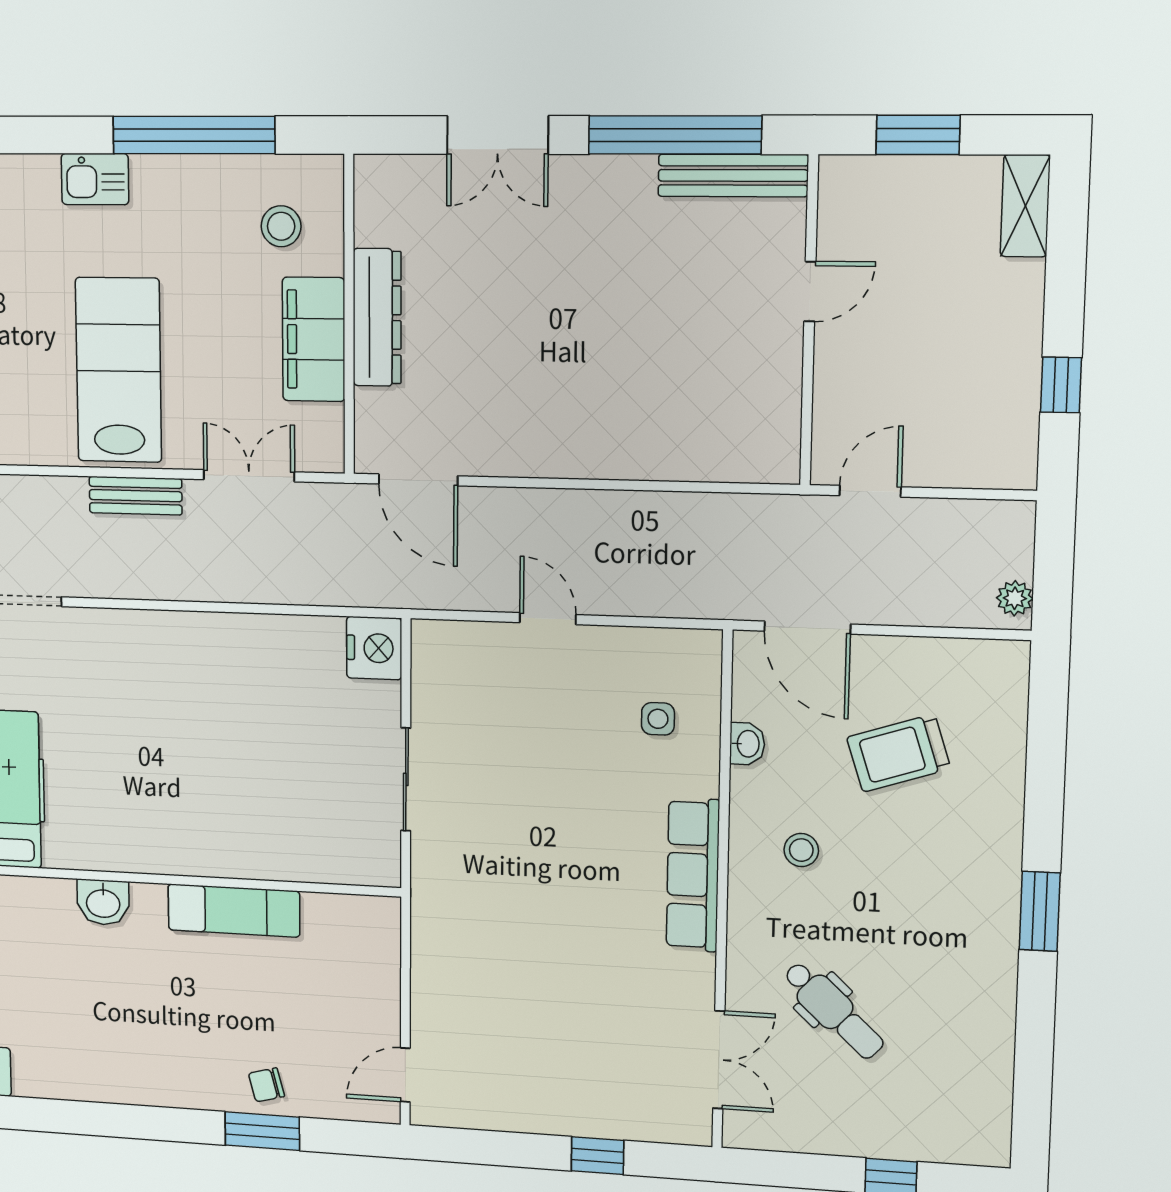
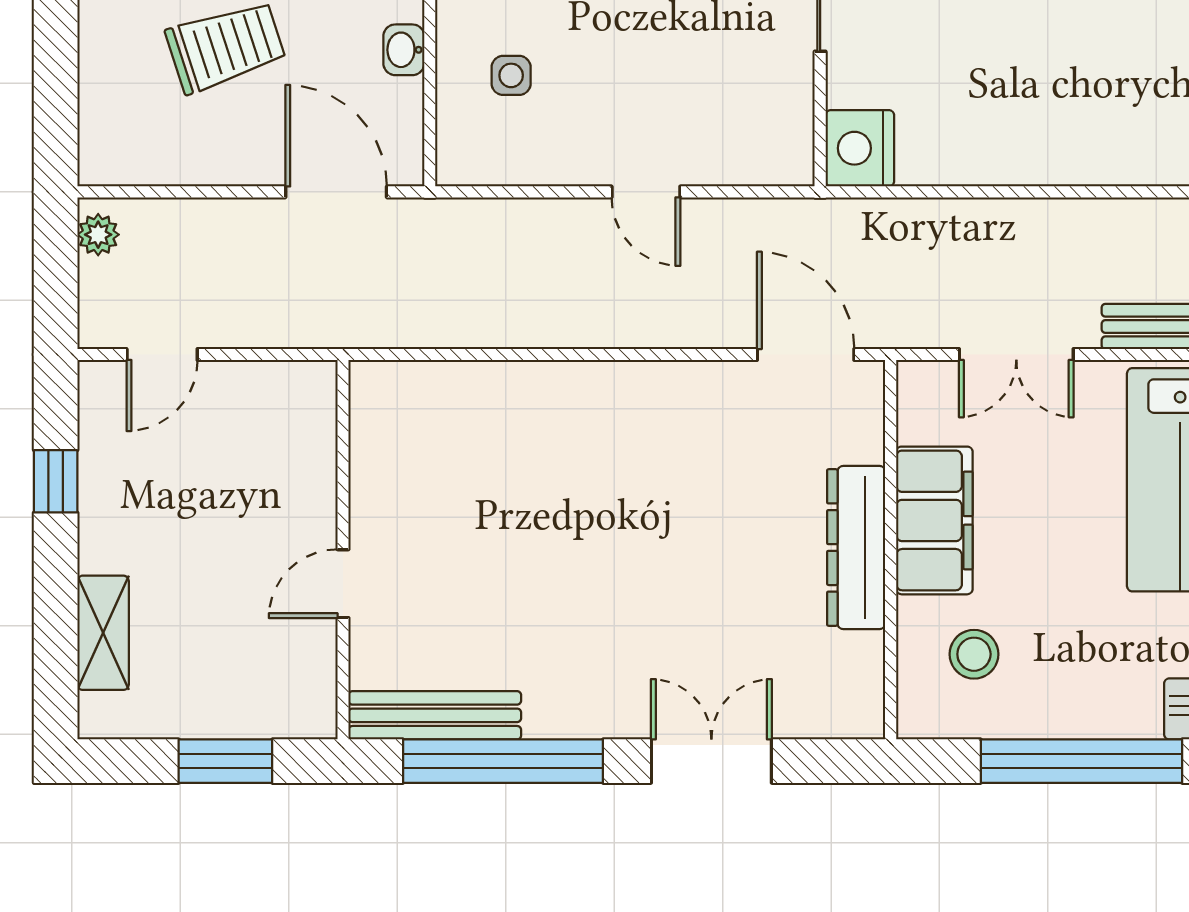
shelving: (1025, 206) -> (103, 633), moved
door: (870, 491) -> (162, 355), moved

